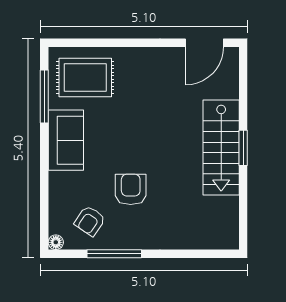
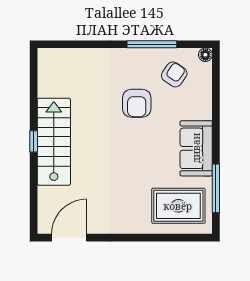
window: (243, 148) -> (34, 141), width x0.67

